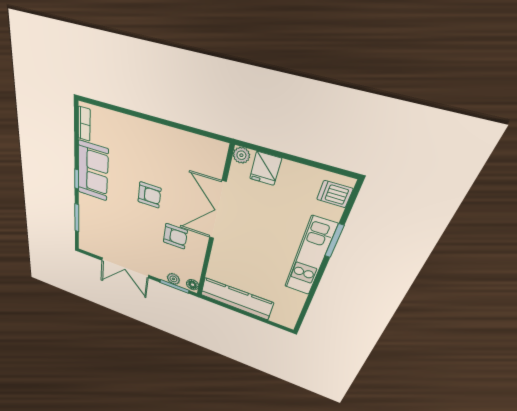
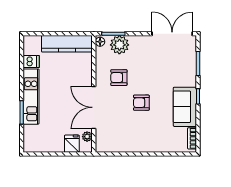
plant: (241, 155) -> (87, 137), moved
dishwasher: (335, 194) -> (31, 62), moved
double door: (218, 211) -> (94, 107), swing flipped
double door: (125, 268) -> (172, 34), moved
plant: (173, 279) -> (119, 45), width x1.88, depth x1.88

